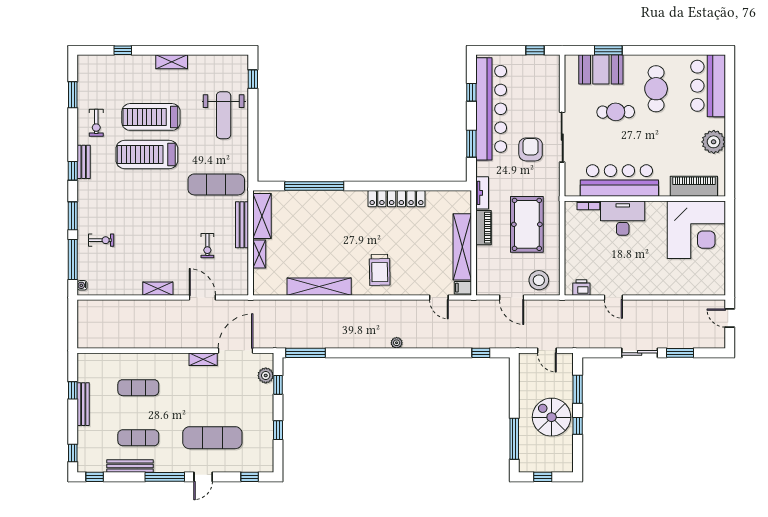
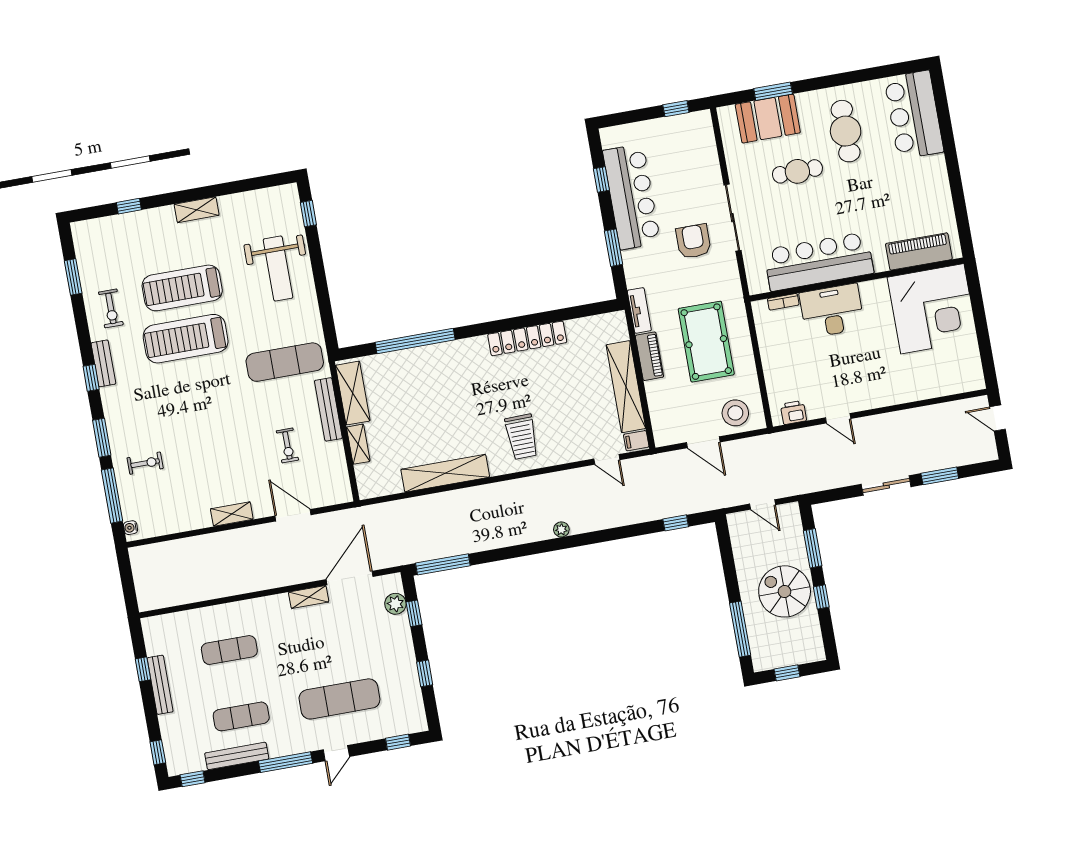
bar counter: (491, 109) -> (632, 197), width x0.73
plant: (714, 142) -> (934, 188), removed

